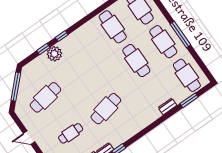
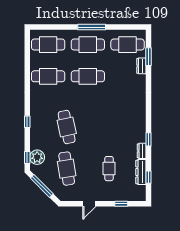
window: (43, 49) -> (27, 158), moved
plant: (54, 54) -> (37, 157), moved
dresser: (167, 106) -> (141, 66), moved
cafe table: (106, 109) -> (67, 127), moved

